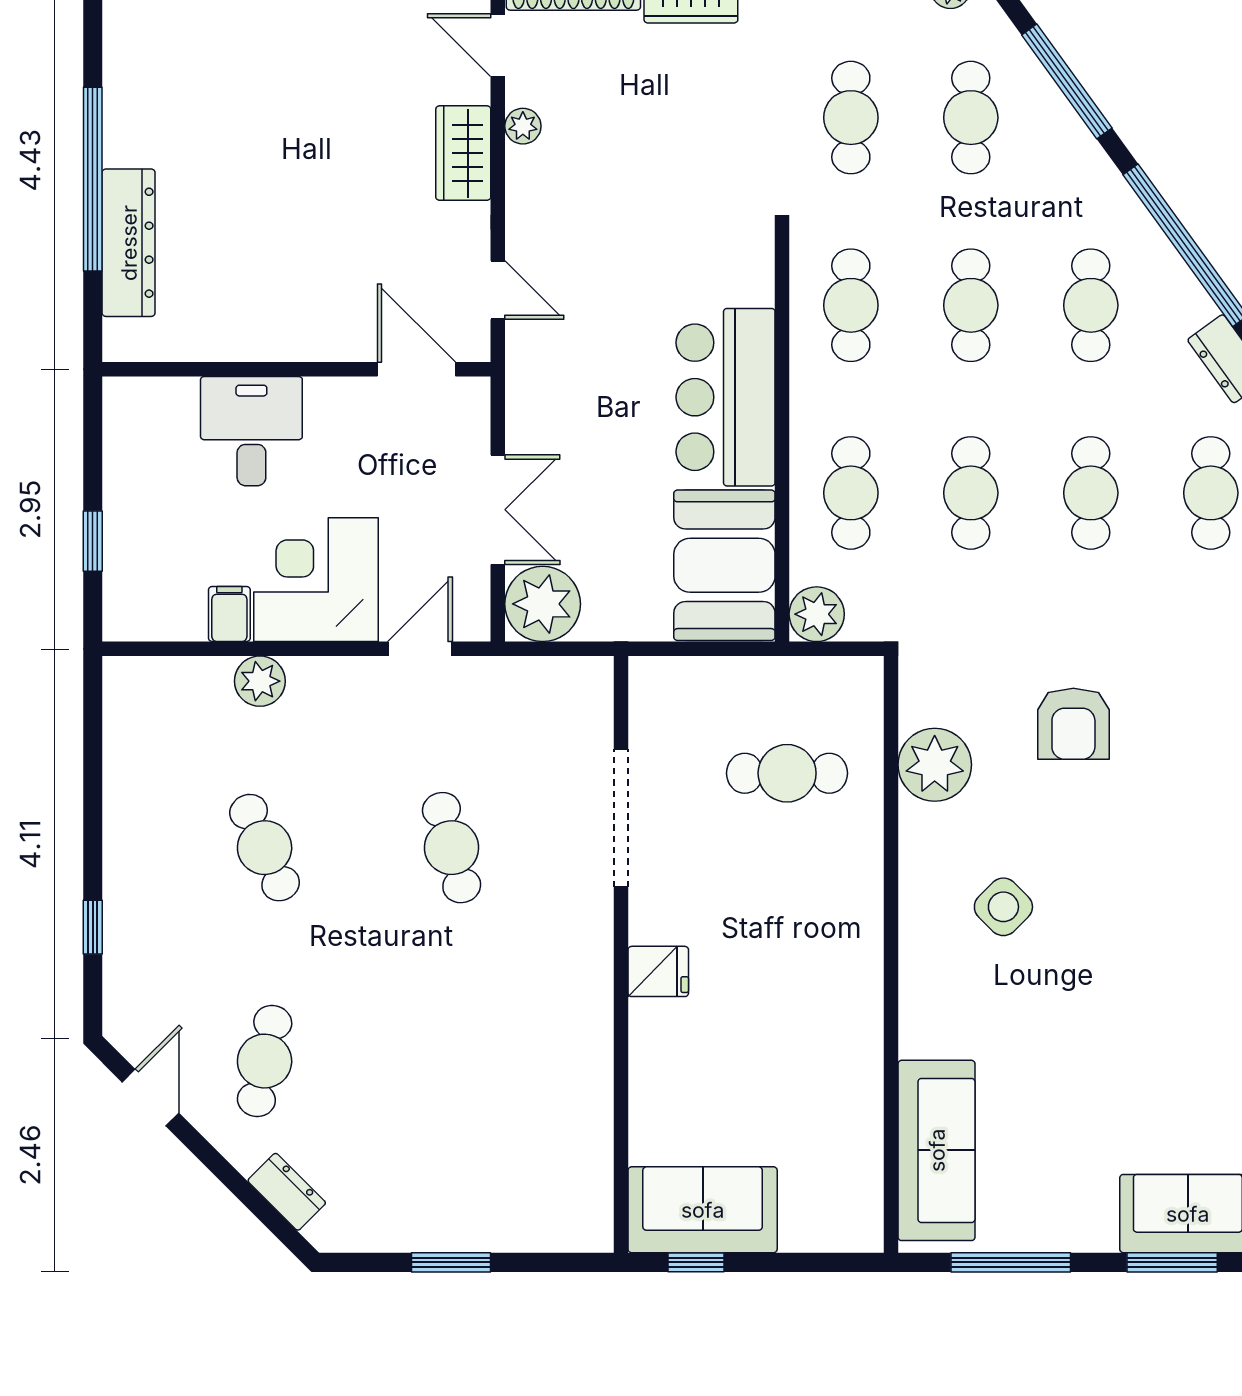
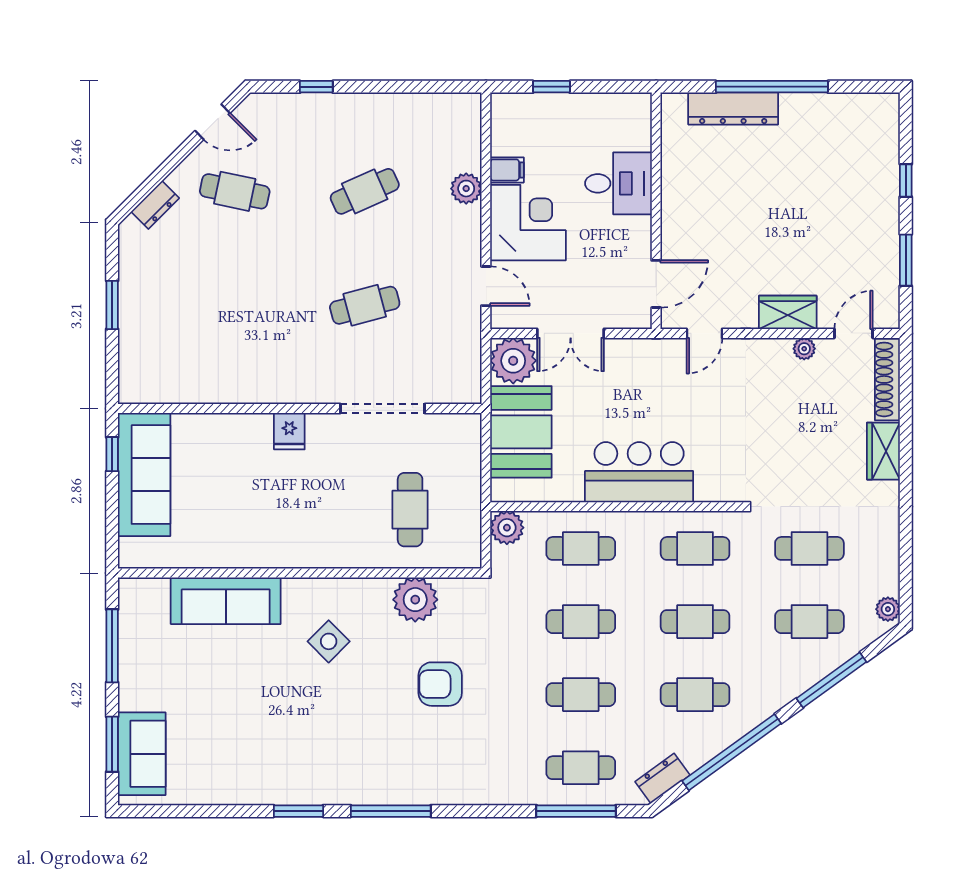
booth: (724, 565) -> (521, 432), moved, turned 90
sofa: (937, 1150) -> (226, 601), moved
sofa: (703, 1210) -> (144, 475), width x1.36

